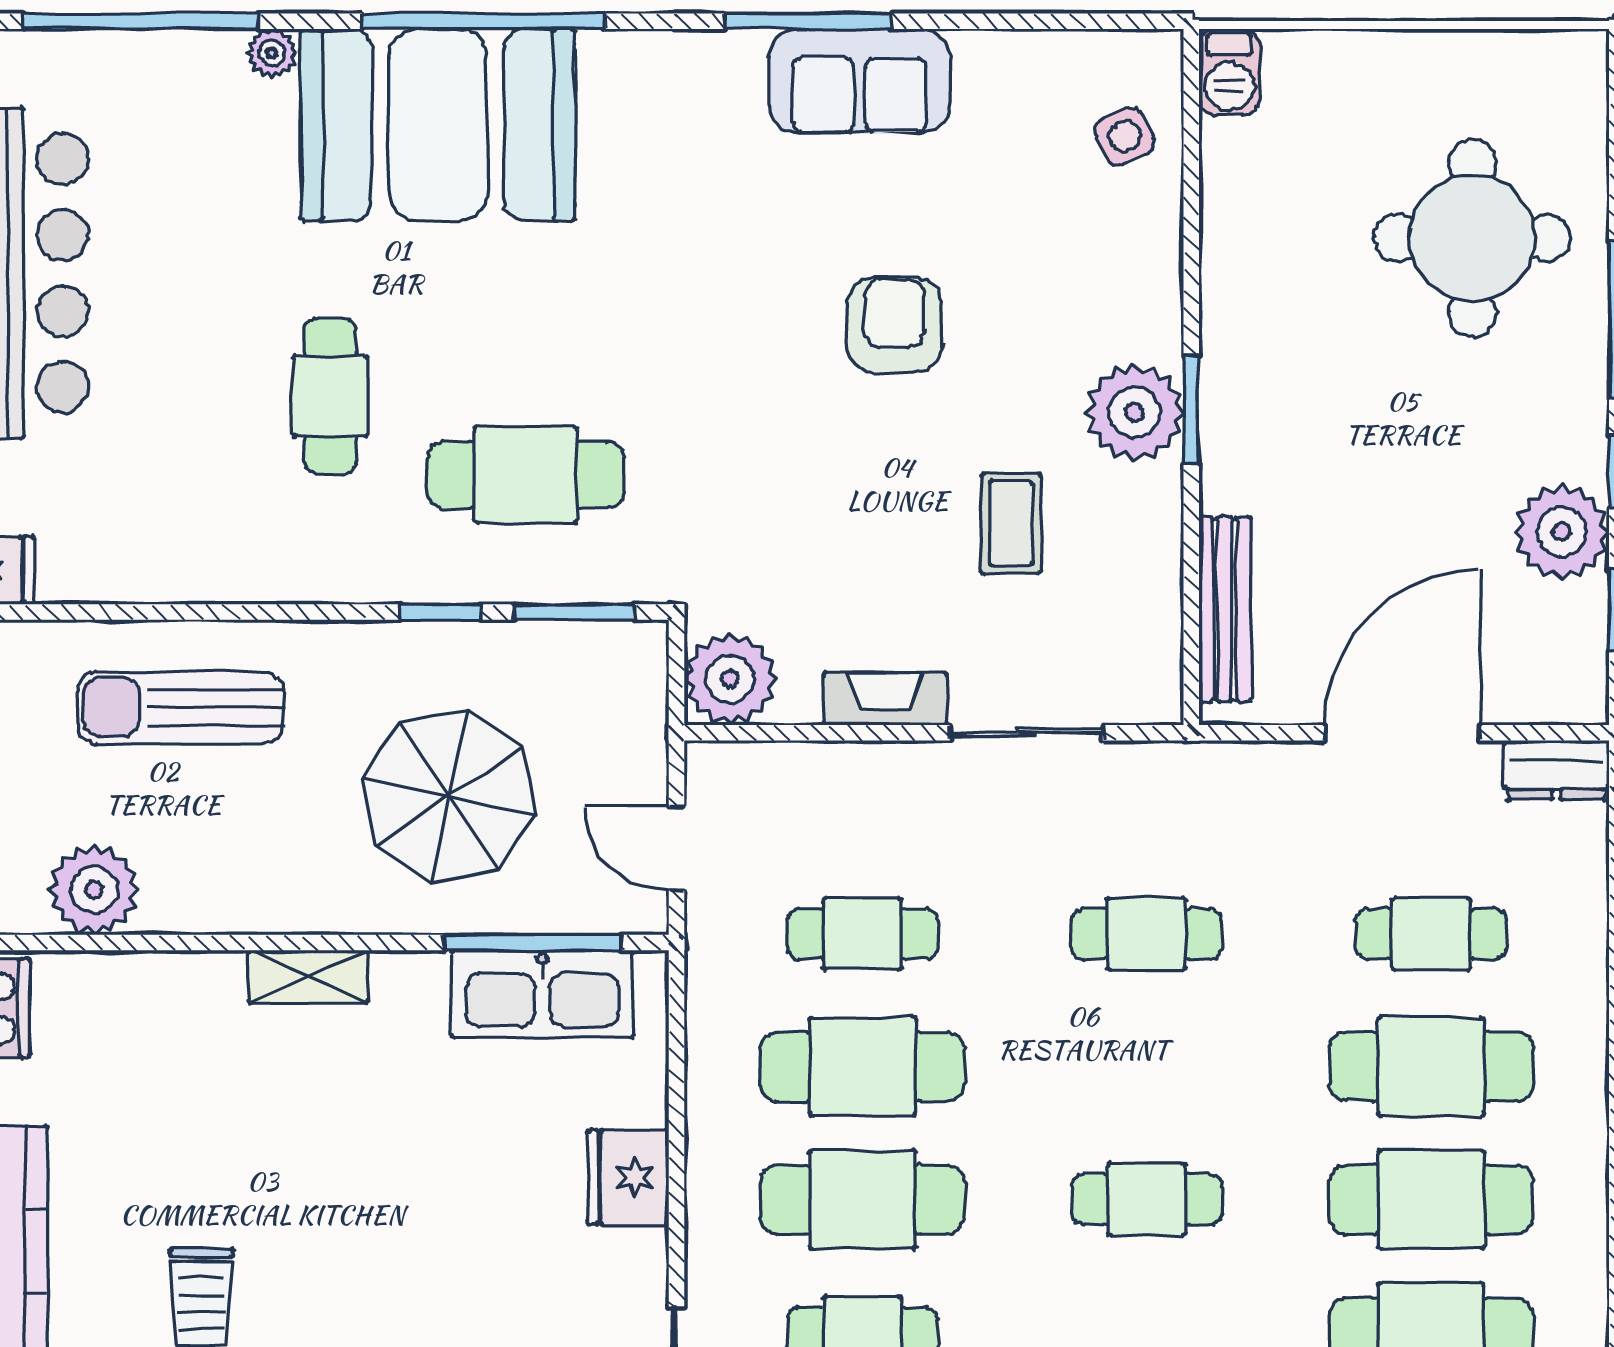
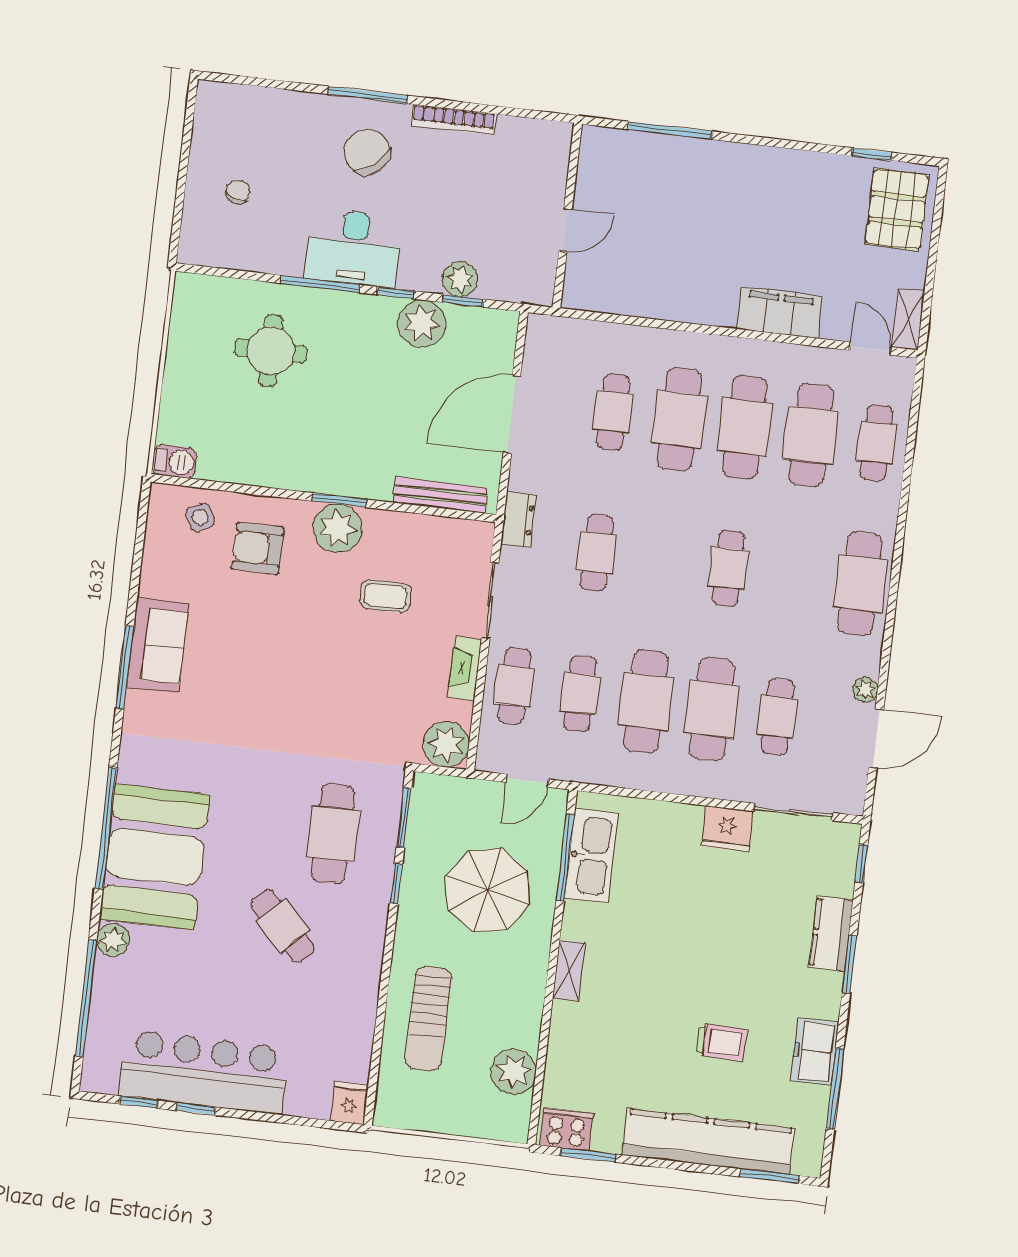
plant: (272, 53) -> (113, 940), width x1.38, depth x1.38
round table: (1472, 238) -> (271, 351), width x0.73, depth x0.73
armchair: (894, 325) -> (258, 548), moved
cafe table: (330, 396) -> (283, 926), turned 46
door: (1402, 733) -> (512, 414), hinge flipped
dresser: (1556, 770) -> (518, 519), moved
cafe table: (862, 801) -> (514, 686), added
fridge: (628, 1177) -> (727, 829), moved

